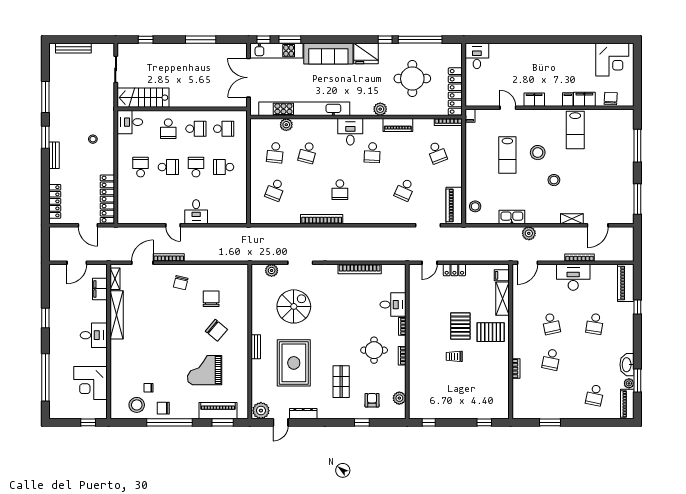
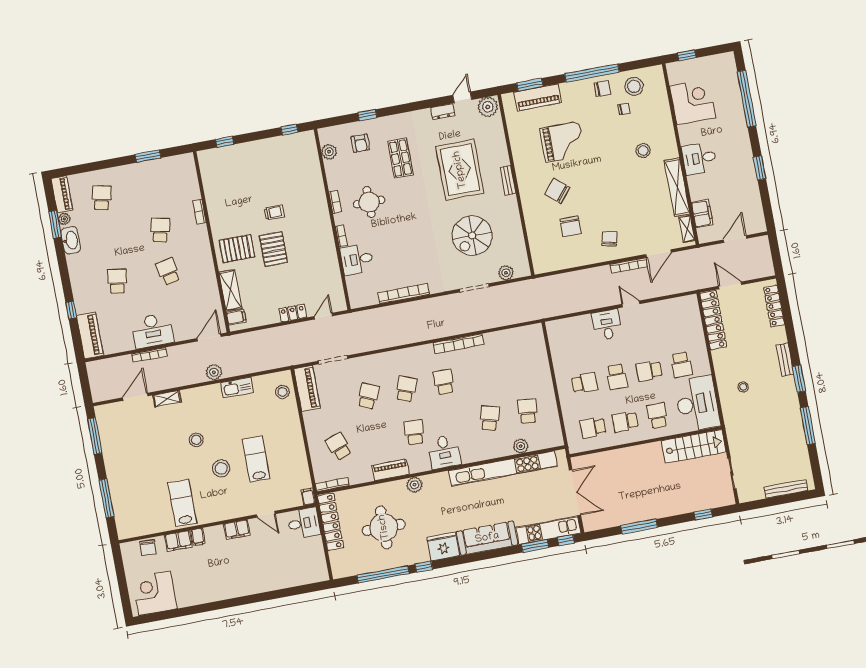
desk: (477, 56) -> (304, 523), moved, turned -90
desk: (130, 122) -> (697, 404), width x1.87, depth x1.30
school desk: (275, 190) -> (406, 389), moved
stool: (139, 350) -> (643, 150), added
dresser: (303, 414) -> (443, 112), width x0.70

